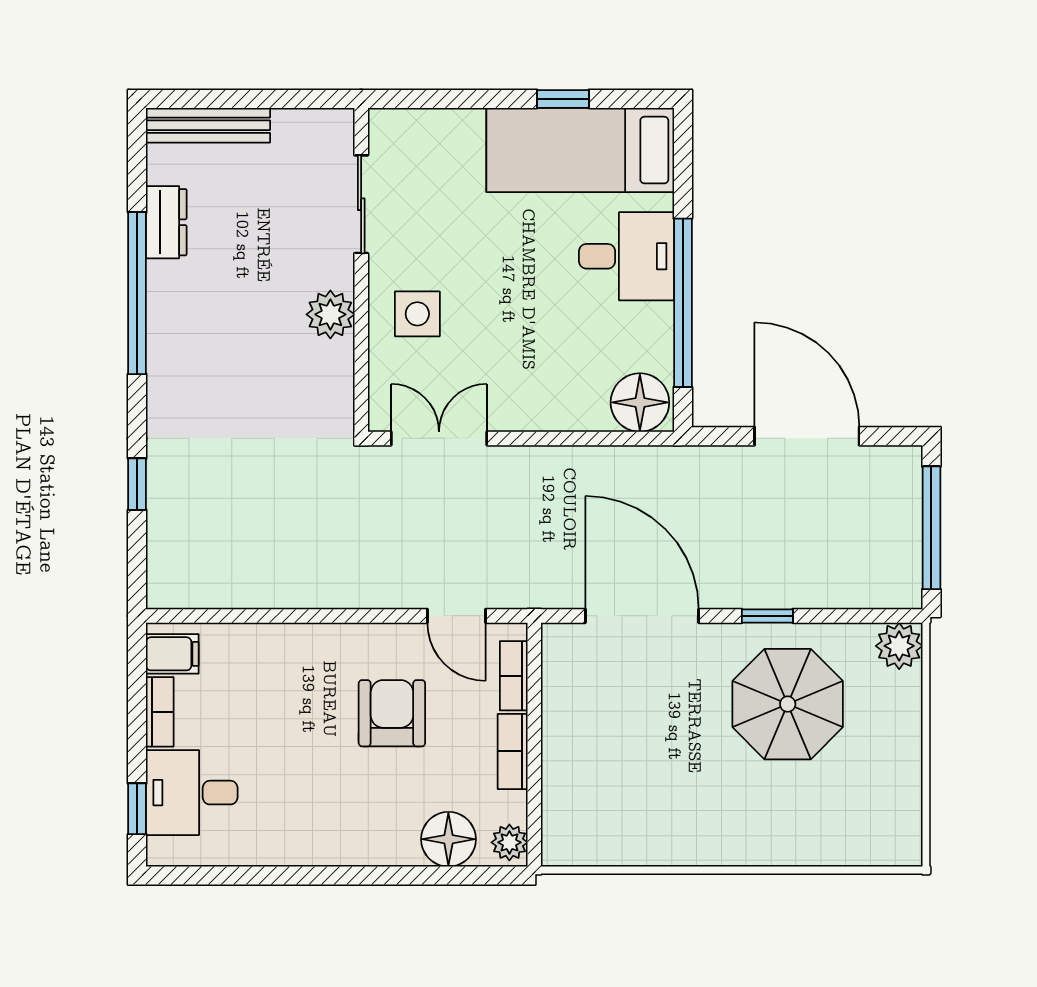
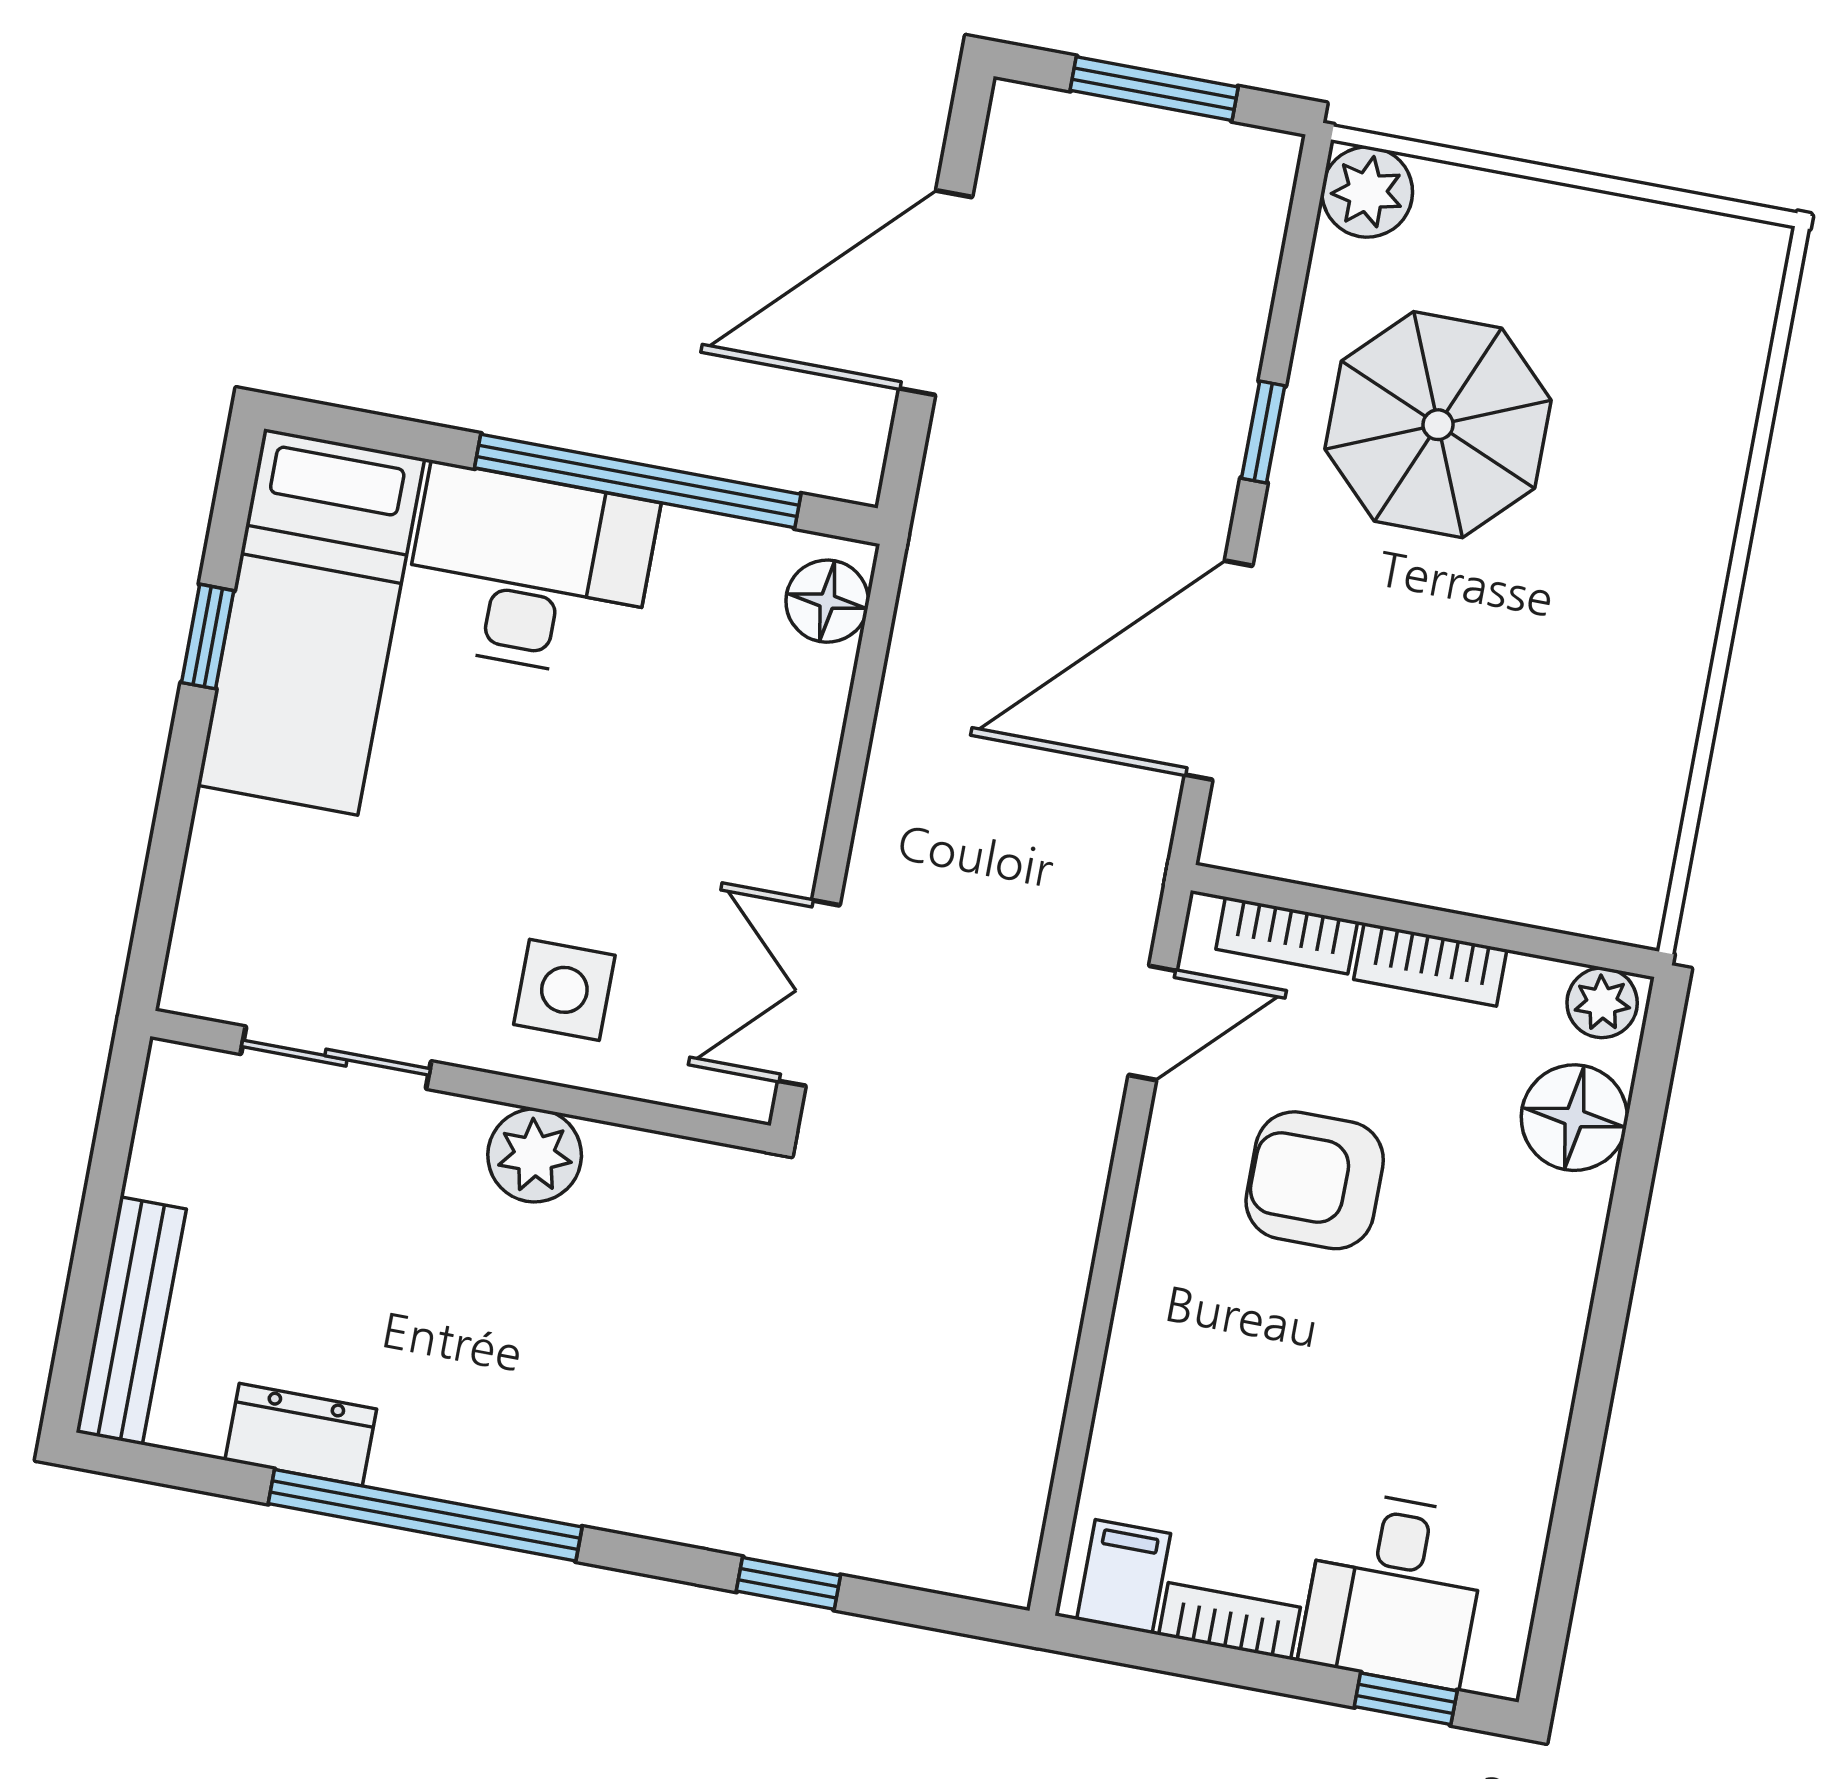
desk: (627, 256) -> (529, 572), width x1.37
floor lamp: (640, 402) -> (827, 601), width x0.73, depth x0.73
window: (931, 528) -> (1154, 89), width x0.69

